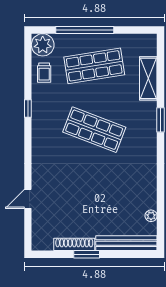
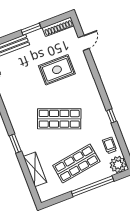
rug: (74, 192) -> (57, 70), added
door: (28, 199) -> (84, 43), moved
shoe rack: (74, 244) -> (58, 27), moved

